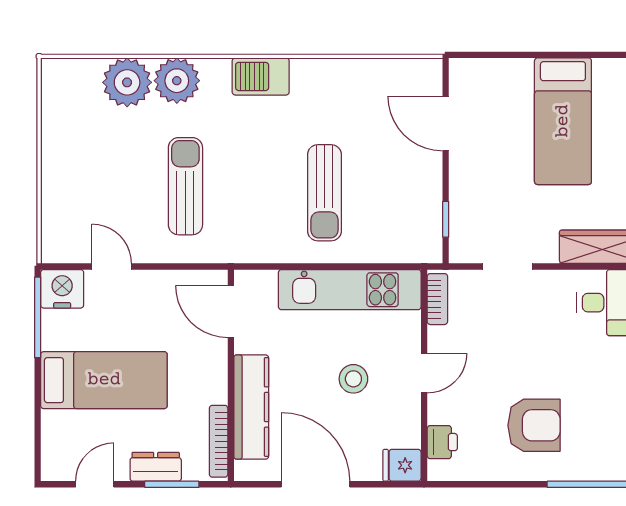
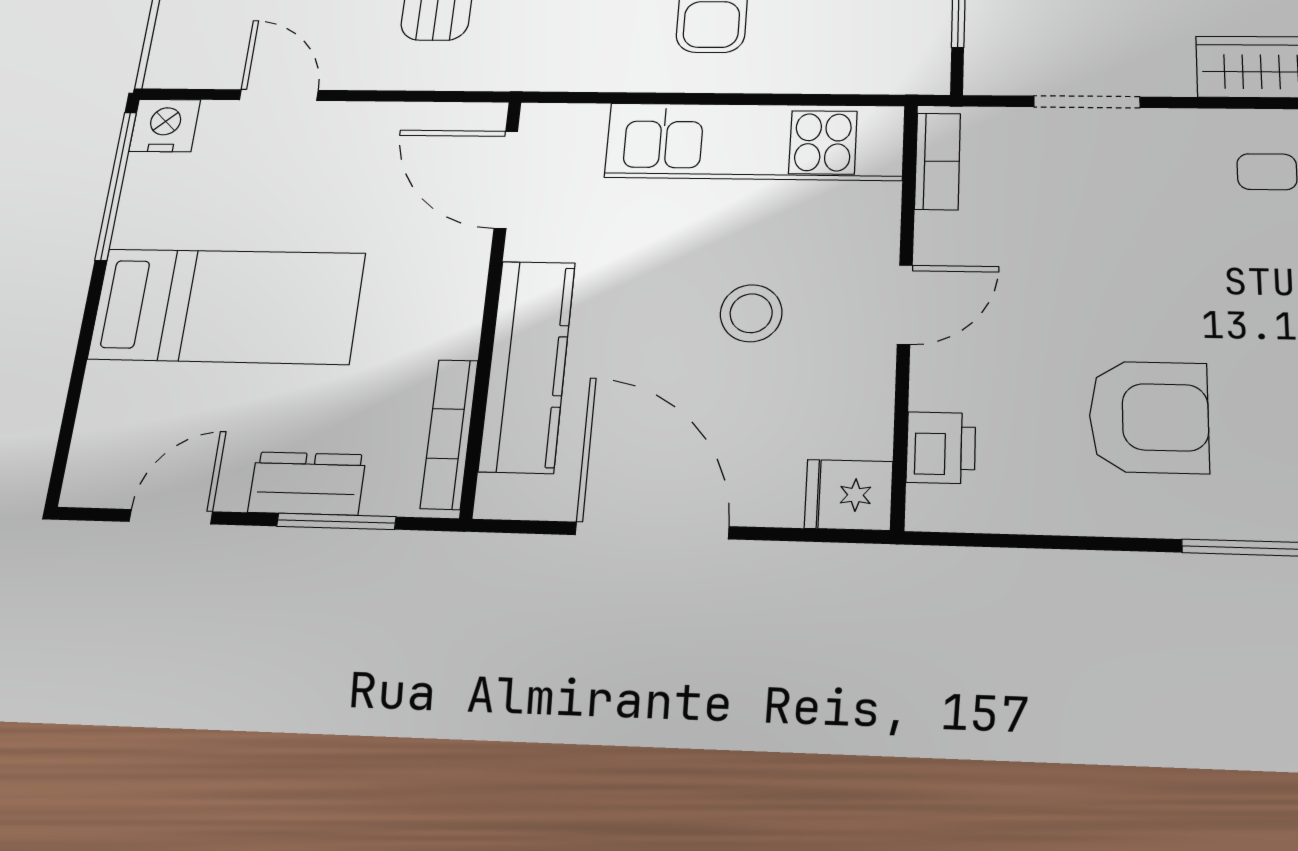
nightstand: (62, 289) -> (165, 125), width x0.74, depth x0.75

